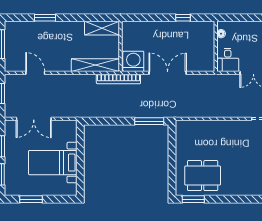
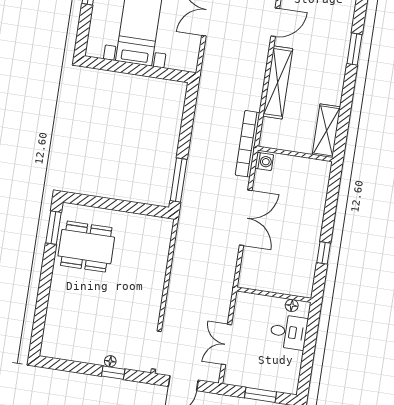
desk: (228, 60) -> (289, 332), moved, turned 180
washing machine: (133, 61) -> (264, 161), width x0.53, depth x0.53
shelving: (95, 65) -> (278, 82), moved
dining table: (203, 176) -> (86, 247), turned 90

